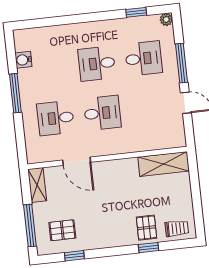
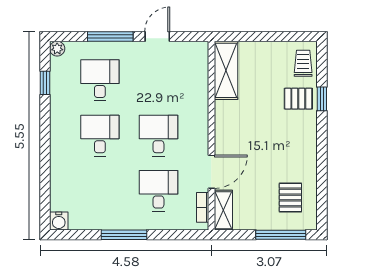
water cooler: (23, 60) -> (59, 221), moved
desk: (97, 64) -> (100, 136), turned 180
desk: (56, 118) -> (158, 191), turned 180
bookcase: (46, 157) -> (203, 207), added
shelving: (37, 185) -> (223, 210), moved, turned 90
window: (74, 256) -> (322, 187), removed

